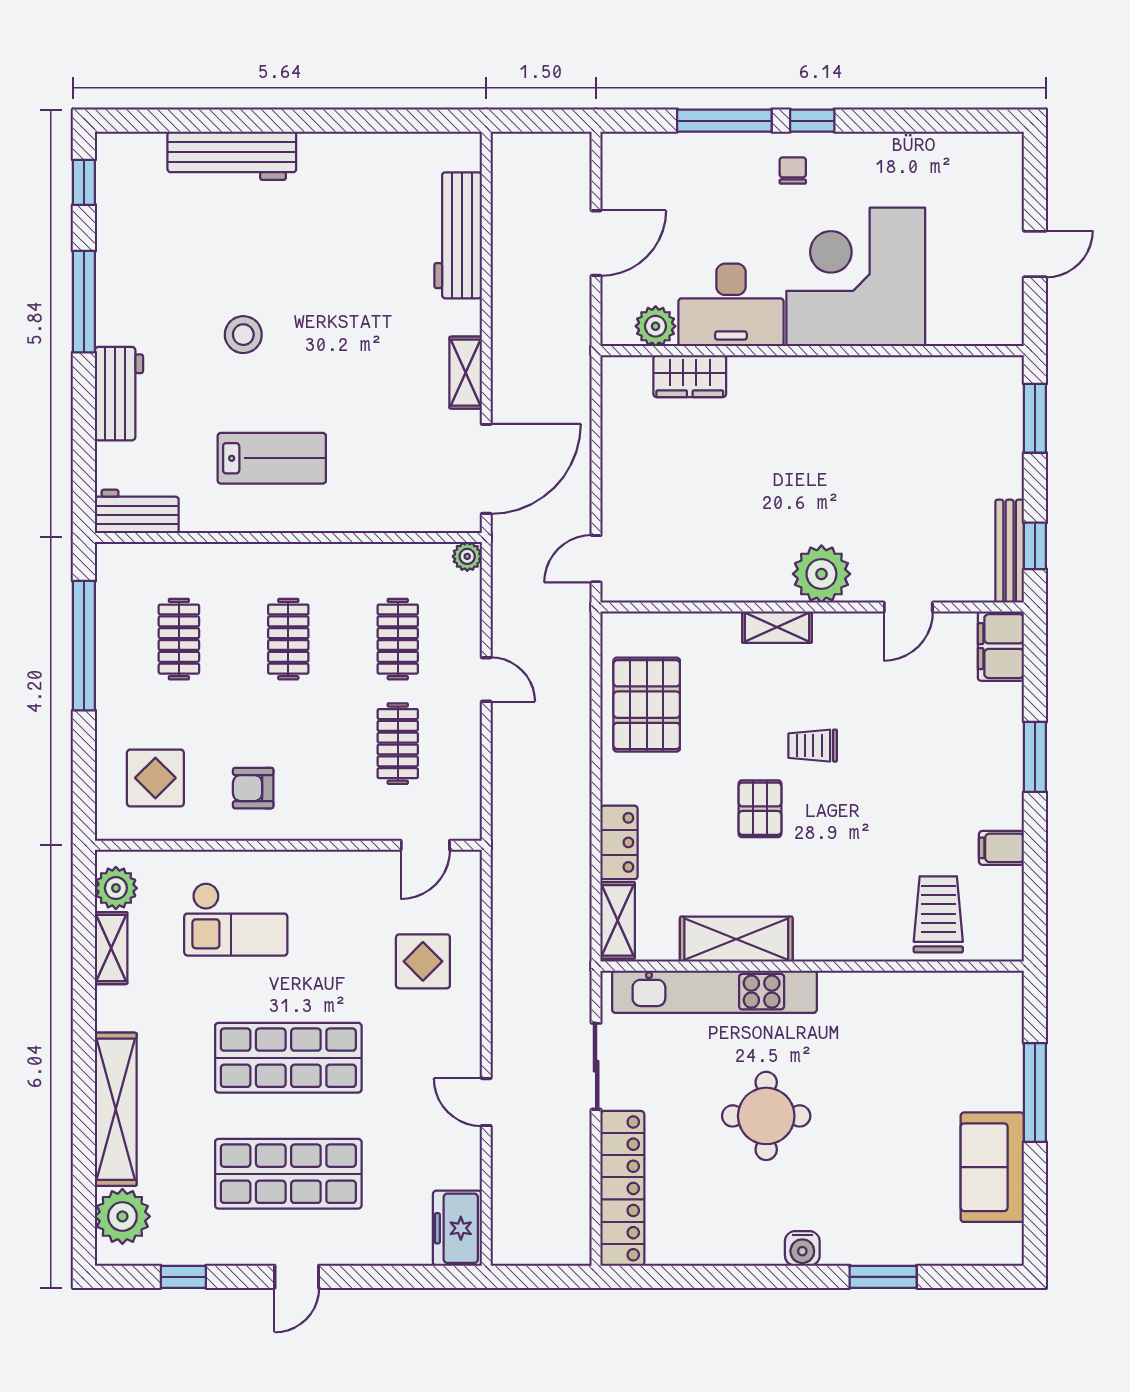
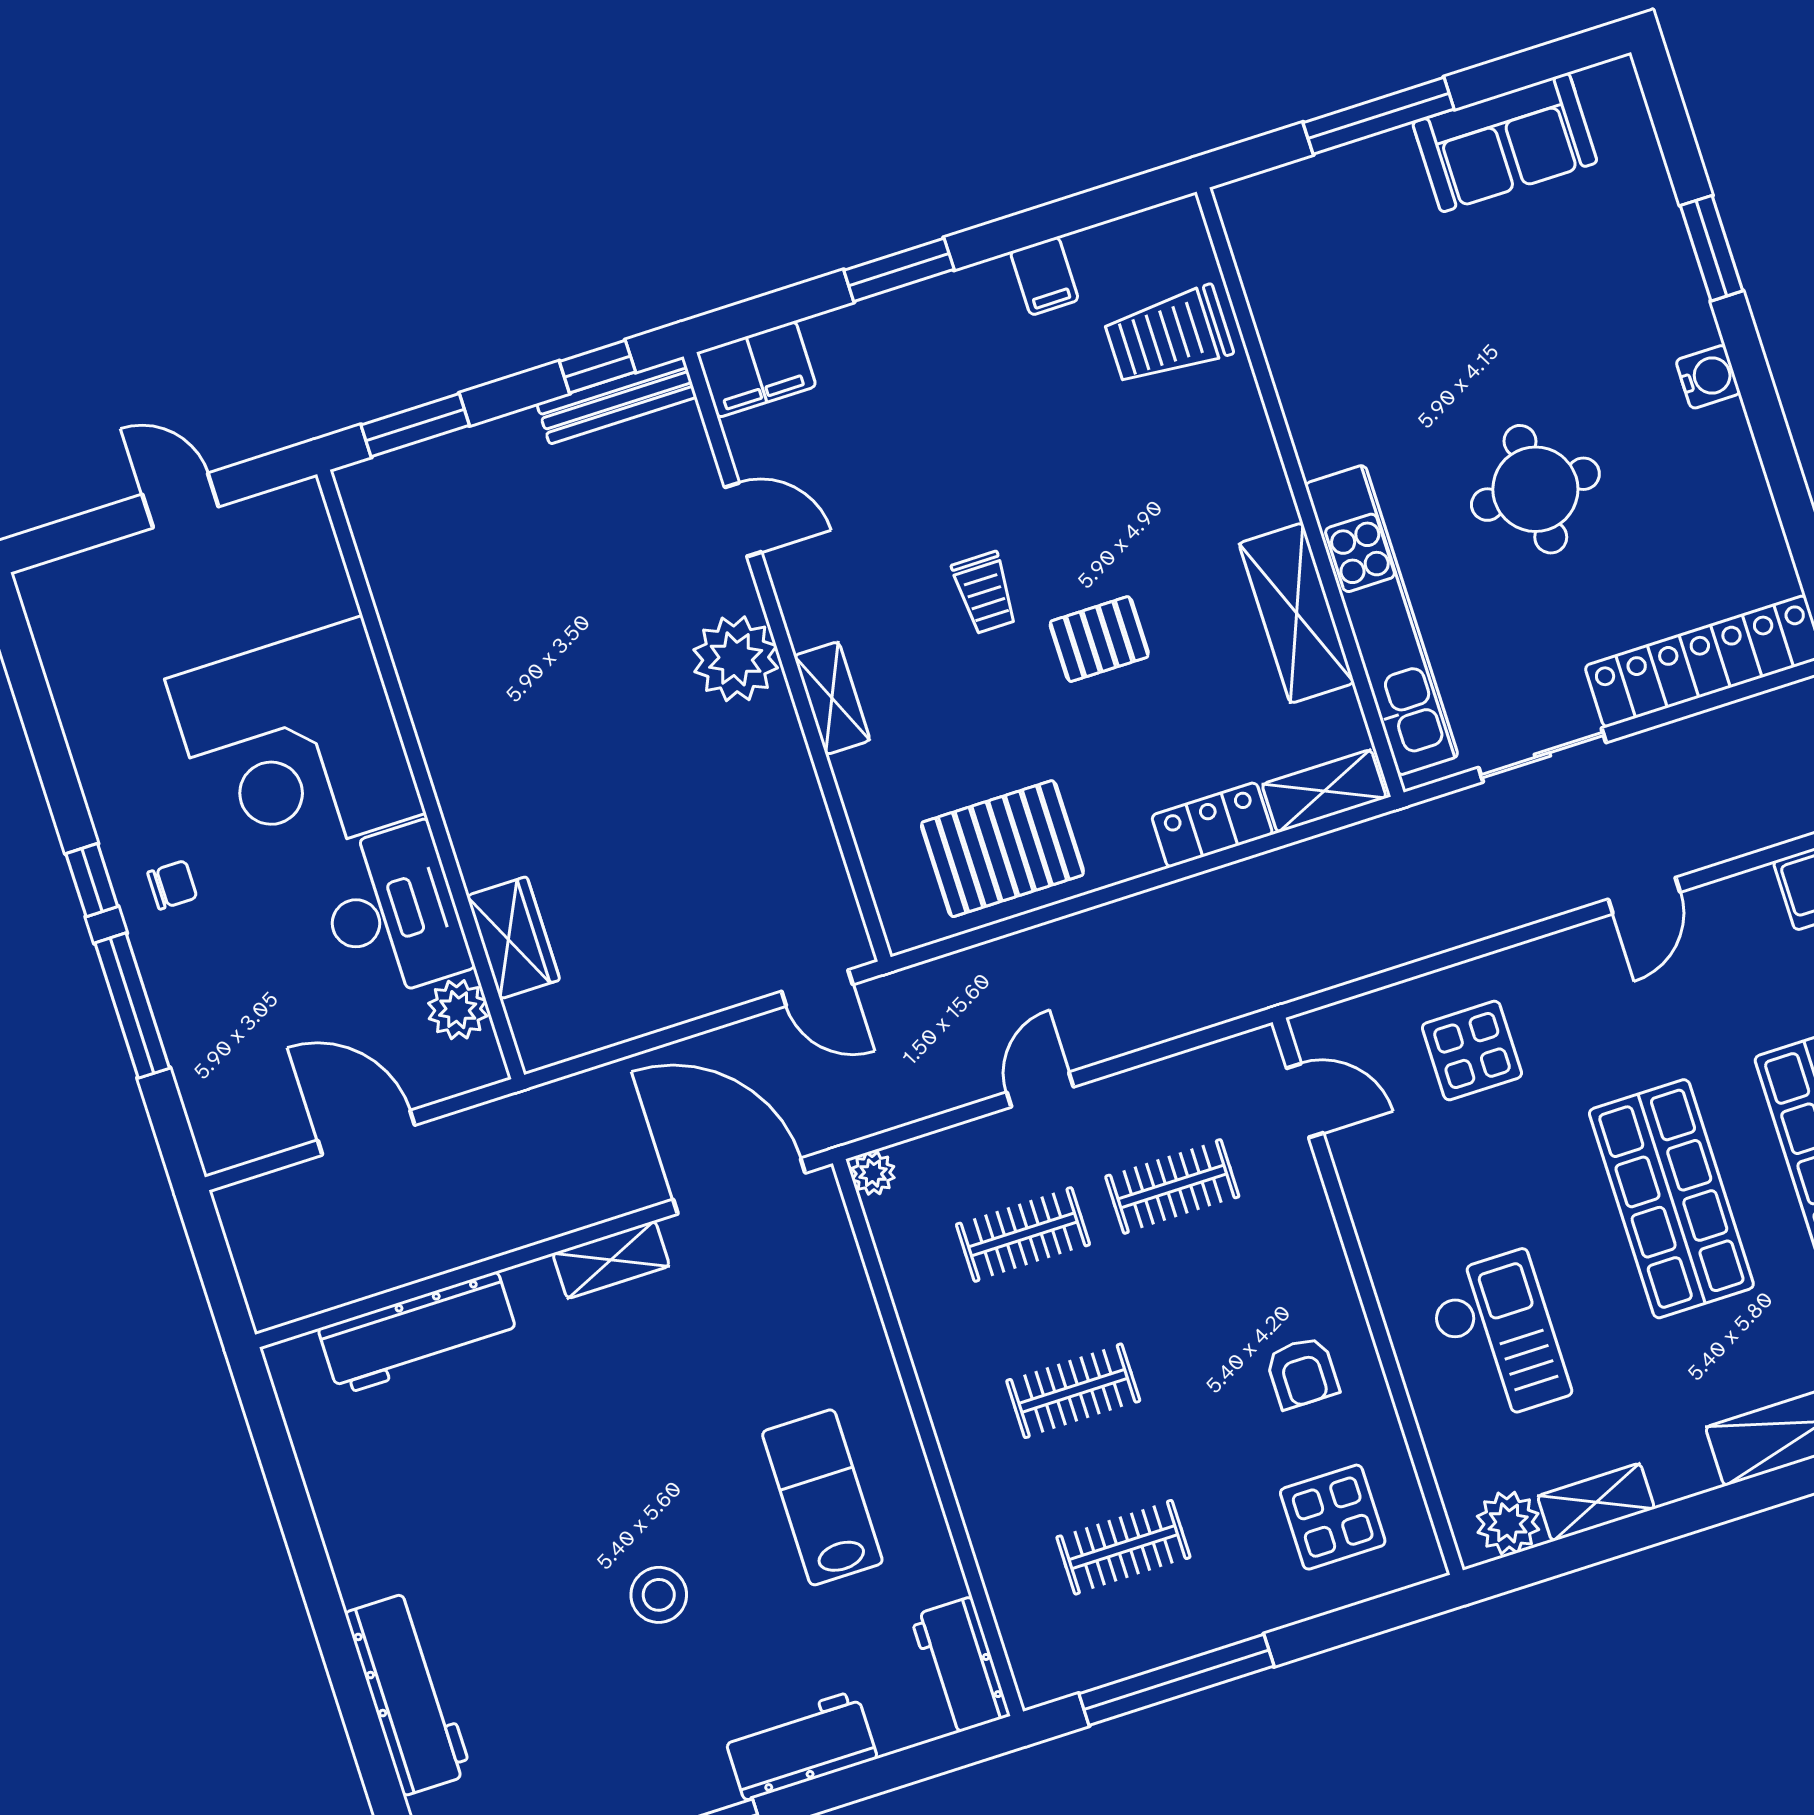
chair: (793, 171) -> (172, 885), turned 180

